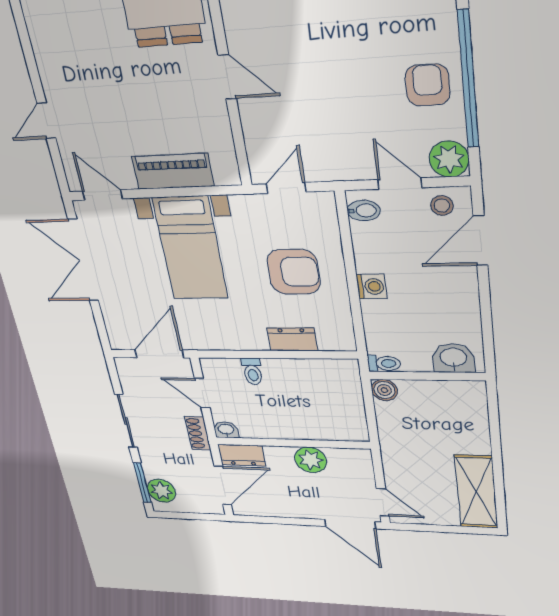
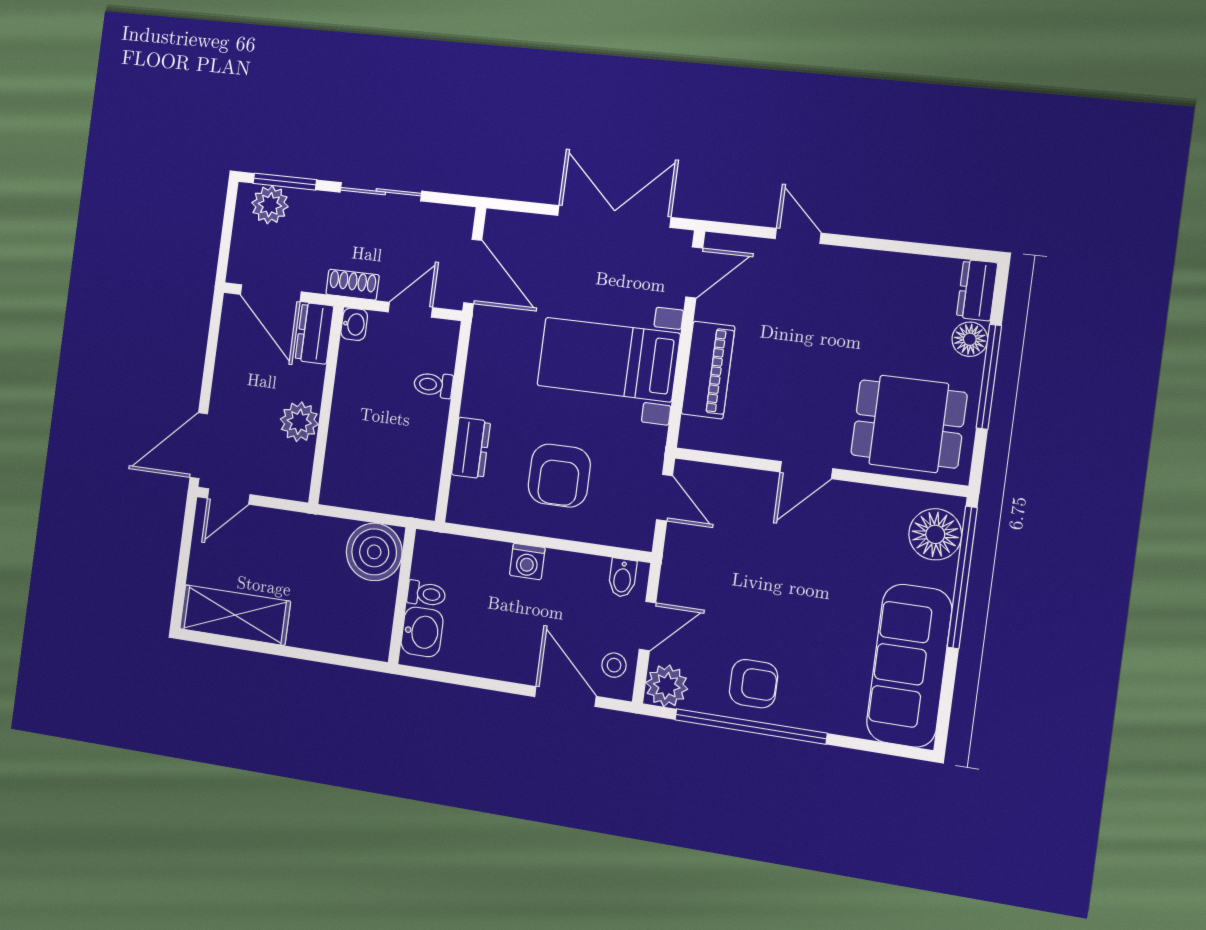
toilet: (384, 363) -> (426, 594), moved, turned -90
boiler: (384, 390) -> (374, 552), width x1.86, depth x1.86

